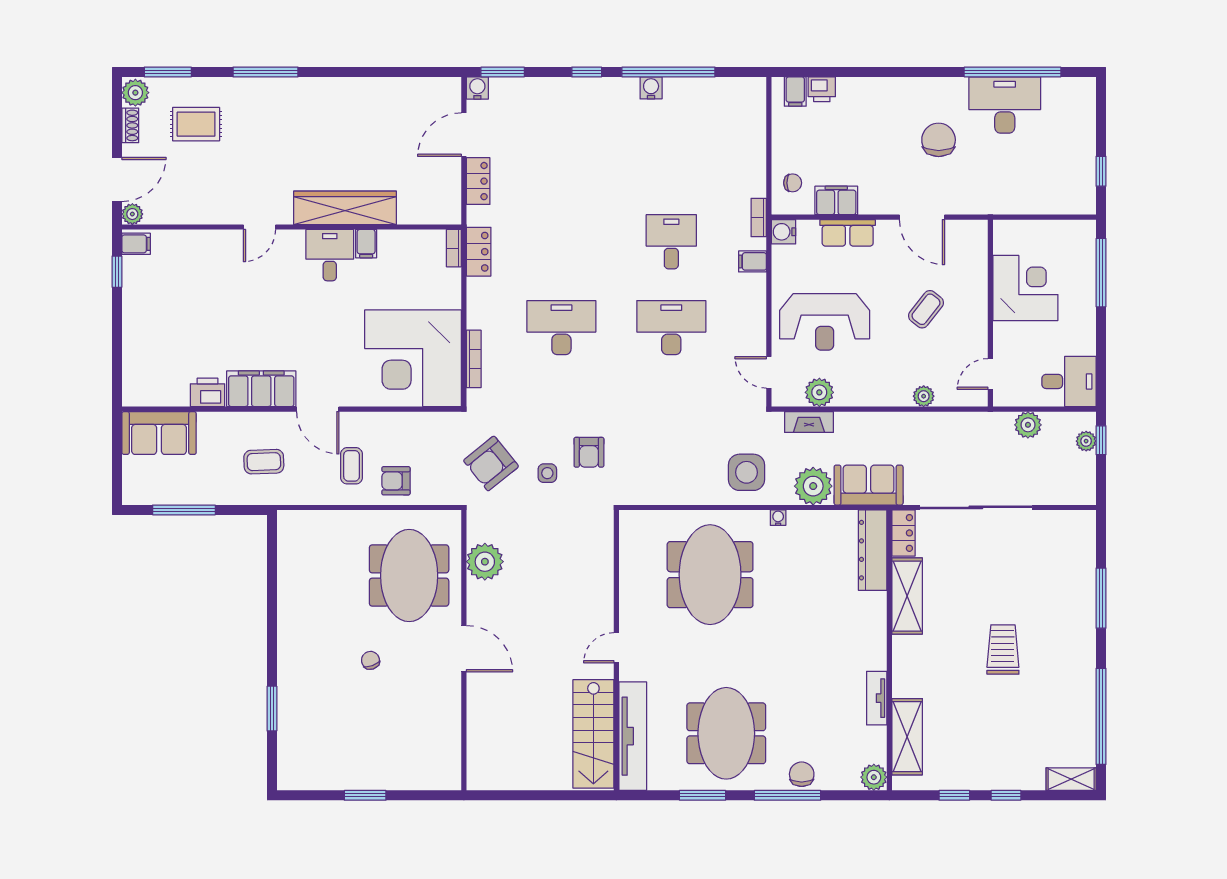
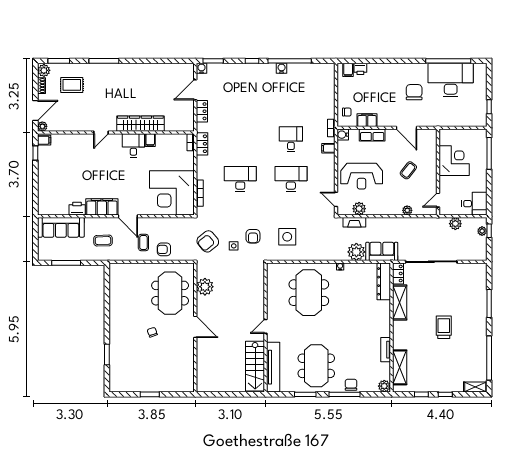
desk: (1005, 105) -> (451, 80), width x1.36, depth x1.30
sofa: (159, 433) -> (61, 227), width x1.36
side table: (746, 472) -> (287, 237), moved

